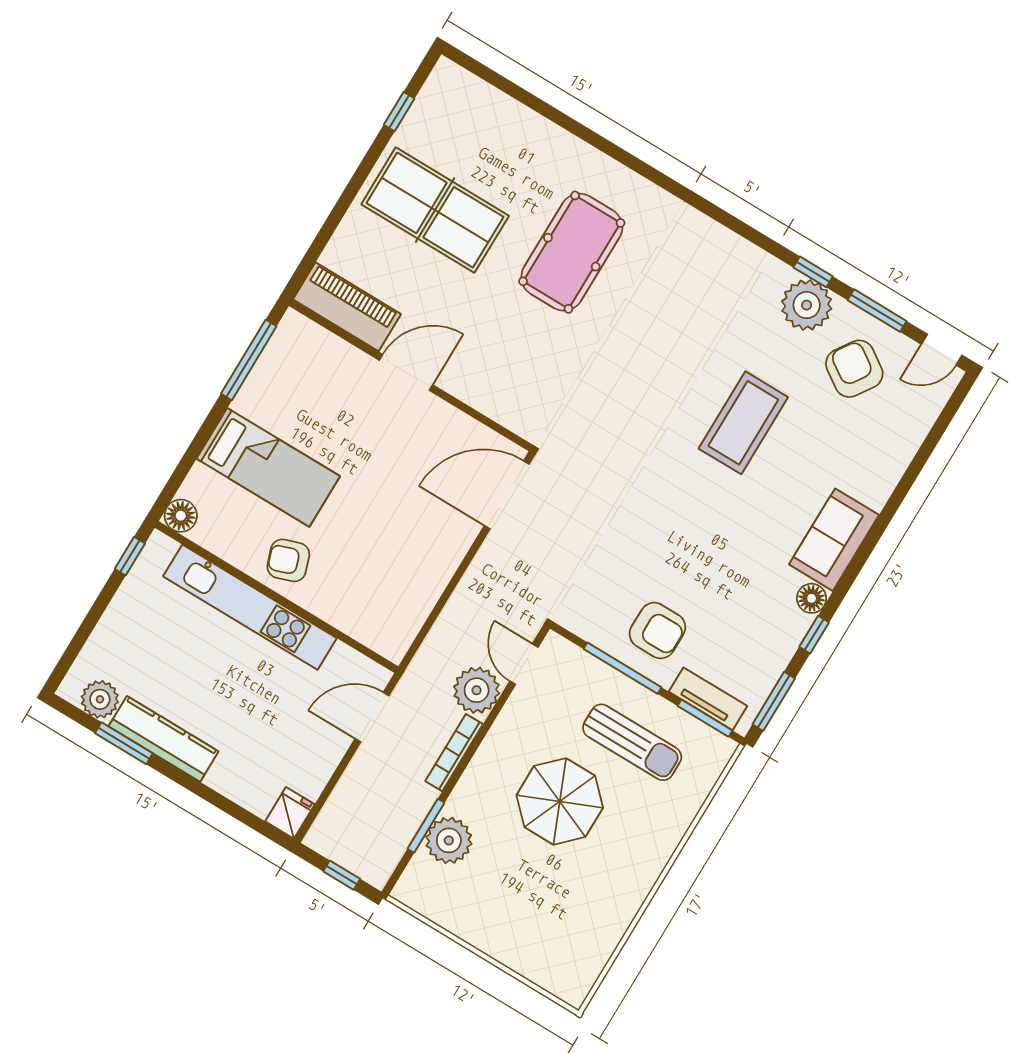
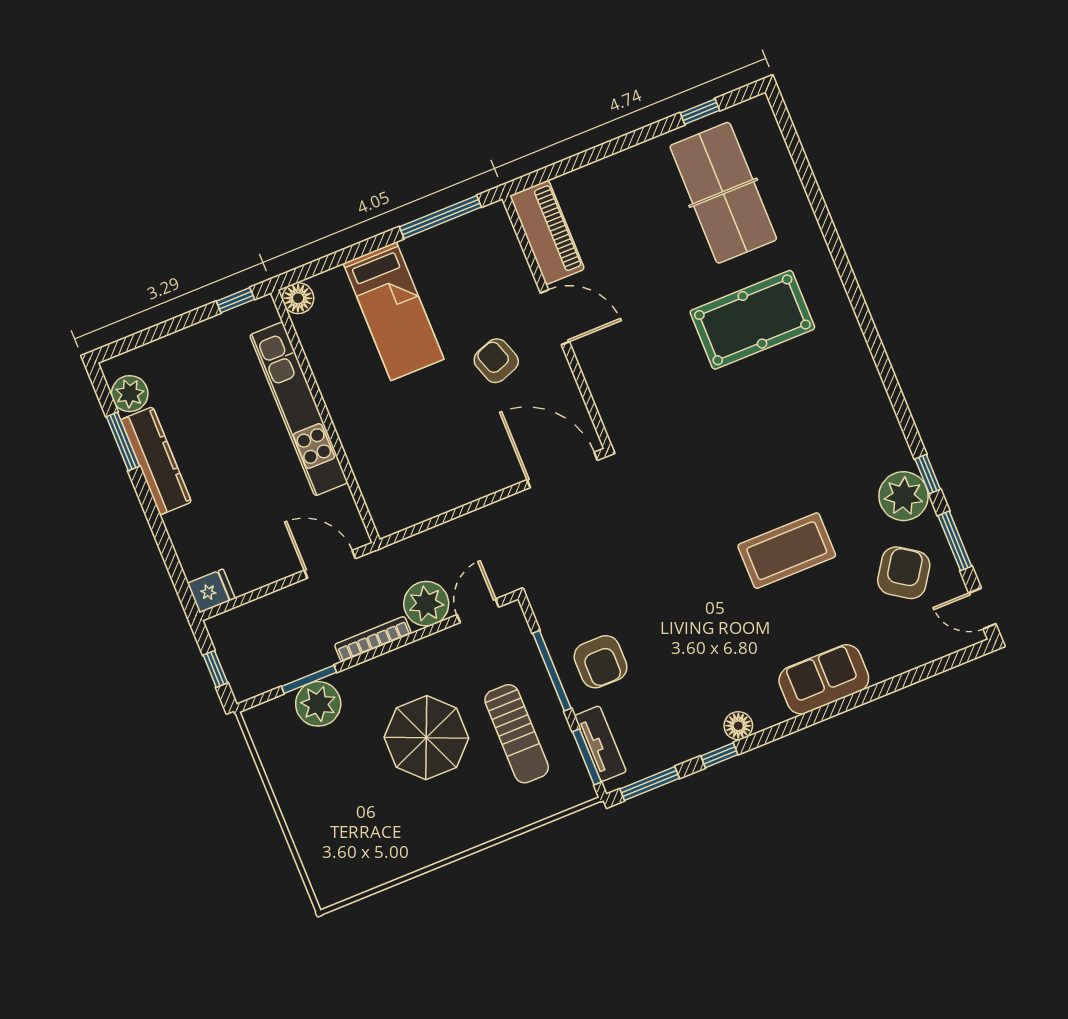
table tennis table: (435, 210) -> (723, 193), moved
sofa: (834, 540) -> (824, 679), moved
armchair: (288, 560) -> (496, 361), moved

